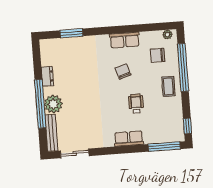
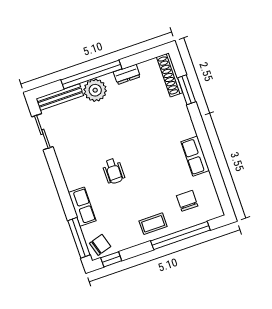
plant: (167, 35) -> (215, 206), removed
shoe rack: (57, 43) -> (170, 75), added
chair: (123, 71) -> (100, 245), moved
wheelchair: (136, 104) -> (113, 171), moved, turned 90
row of seats: (129, 139) -> (82, 207), moved

